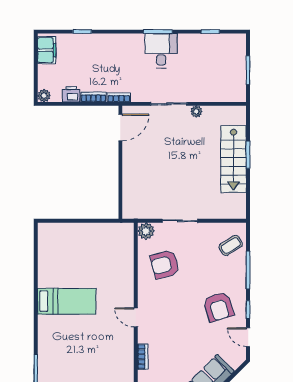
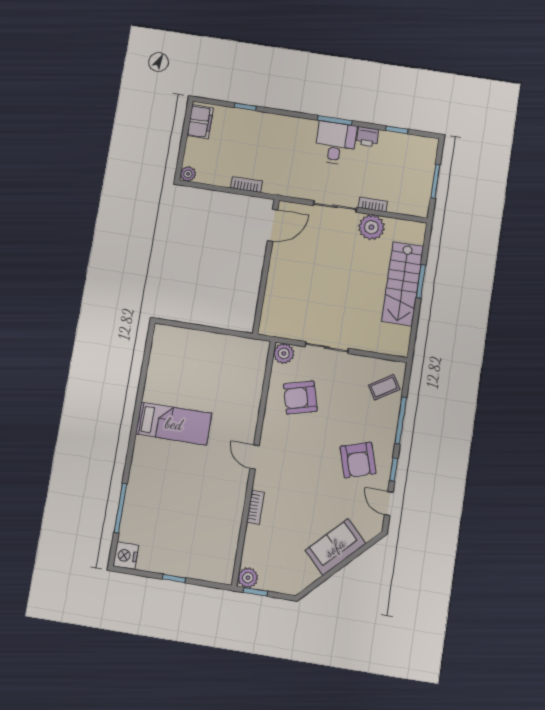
printer: (71, 94) -> (368, 137), moved, turned 180
bookcase: (119, 97) -> (373, 204), moved
plant: (196, 111) -> (371, 227), width x1.87, depth x1.87

